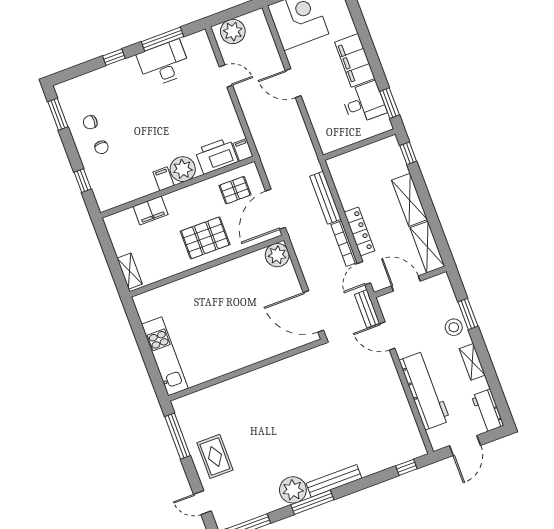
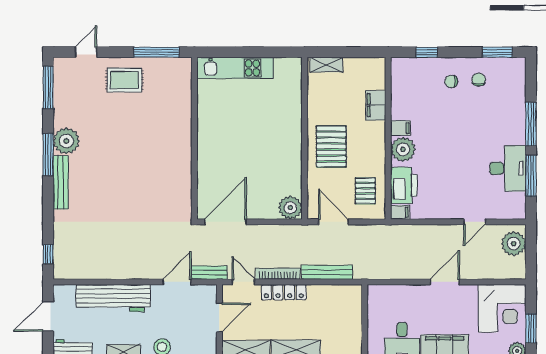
window: (114, 57) -> (531, 124), width x2.17
door: (275, 209) -> (334, 222), width x0.73
door: (465, 445) -> (48, 316), hinge flipped

